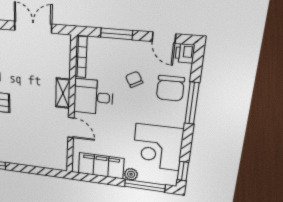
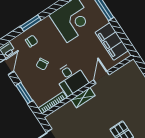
chair: (170, 88) -> (32, 41), width x0.54, depth x0.54
window: (192, 103) -> (31, 23), width x0.69
plant: (131, 174) -> (102, 20), removed

